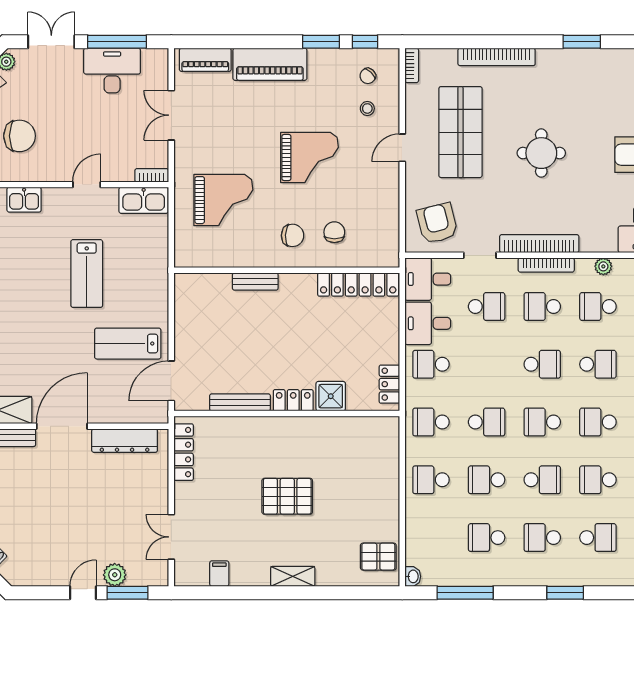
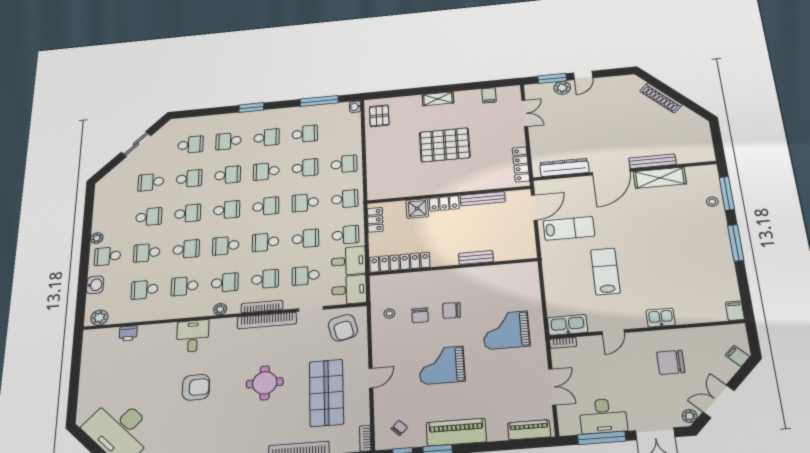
piano: (270, 64) -> (456, 432), moved
stool: (367, 108) -> (389, 314), moved
wall: (287, 270) -> (453, 267), moved
bench: (255, 281) -> (476, 257), moved
locker: (358, 284) -> (400, 262), moved
school desk: (487, 364) -> (305, 239), added
pallet: (287, 496) -> (445, 145), width x1.37, depth x1.41
pallet: (378, 557) -> (379, 116), turned 90

